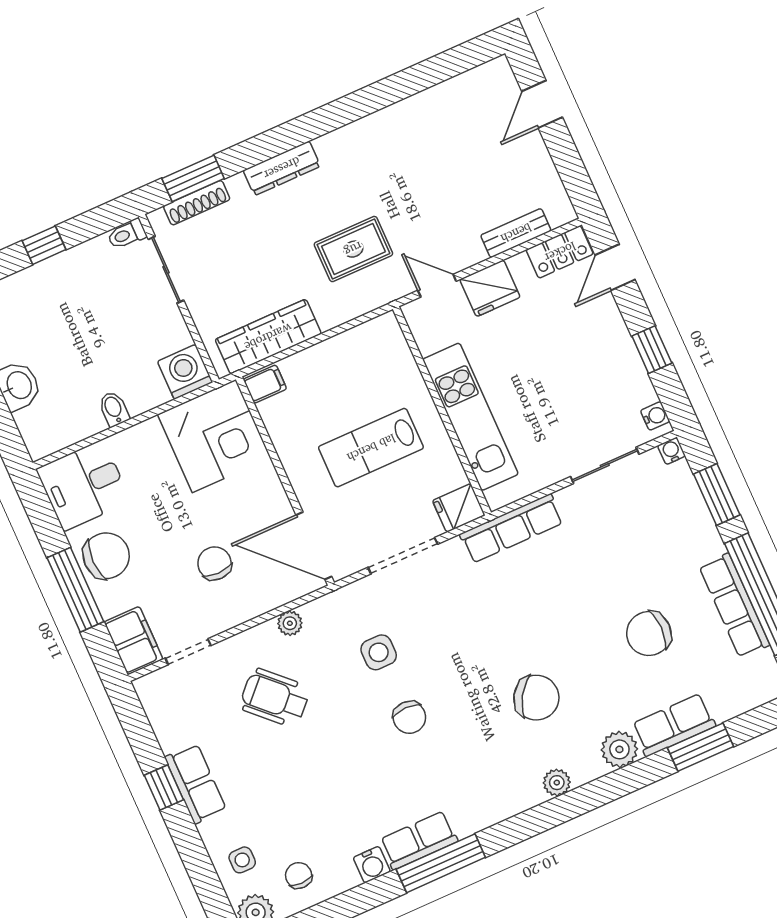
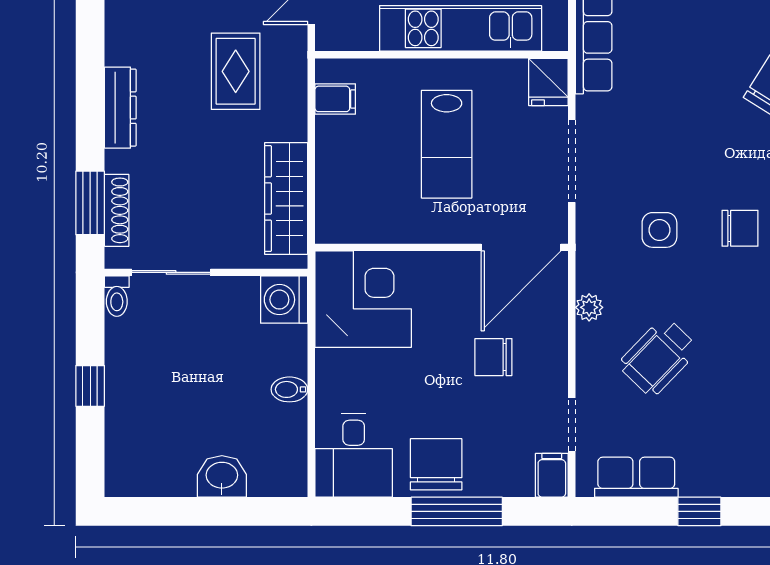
filing cabinet: (265, 384) -> (335, 99), moved, turned 90
filing cabinet: (133, 641) -> (552, 475), width x0.50
row of seats: (196, 784) -> (636, 477), moved

